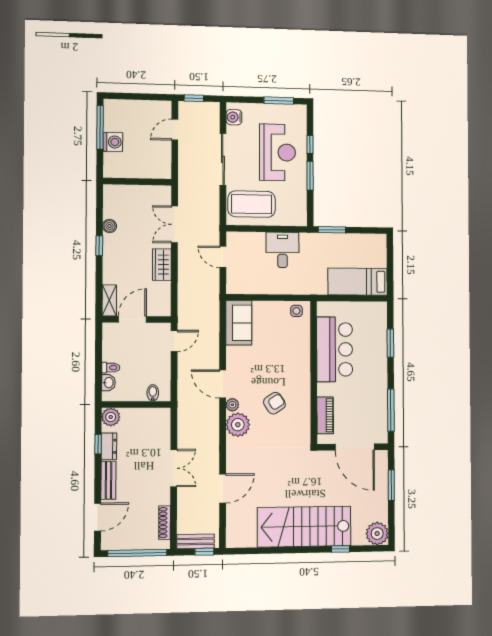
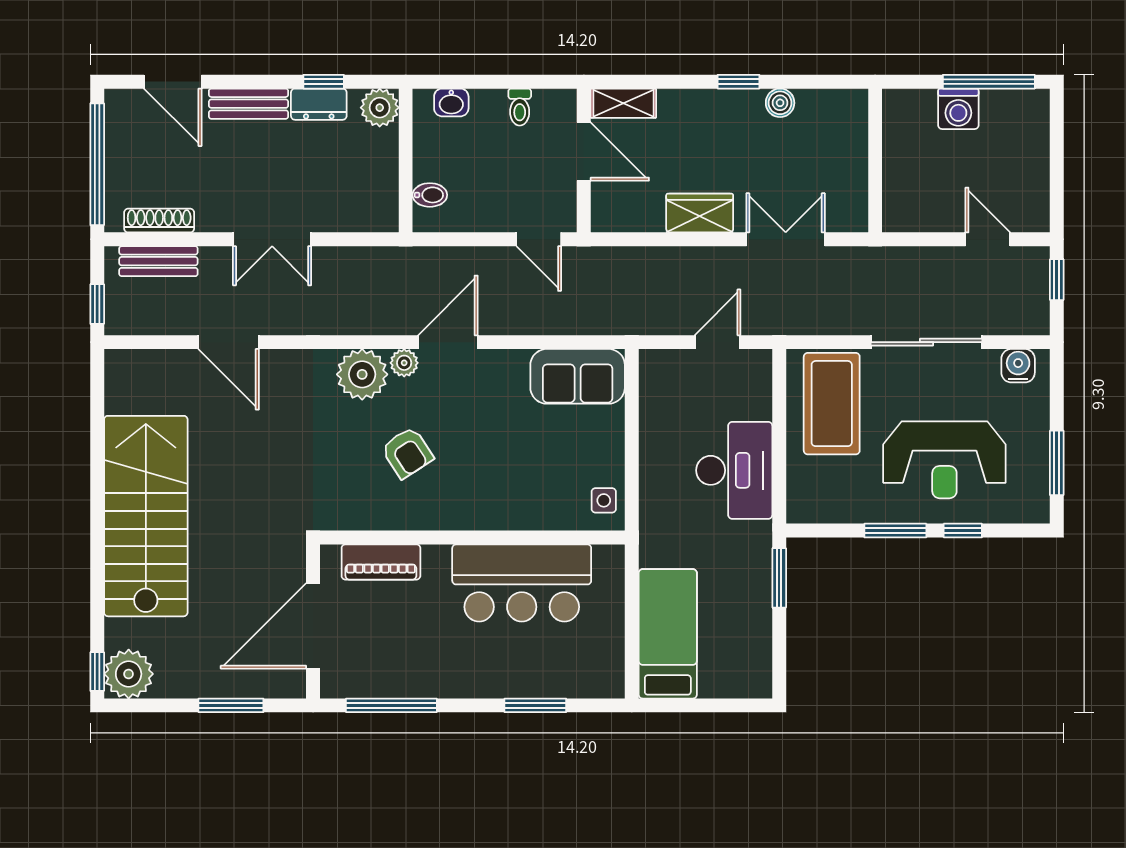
desk: (282, 250) -> (734, 470), width x1.37
toilet: (111, 368) -> (520, 107), moved
bench: (196, 541) -> (158, 261), moved, turned 90
window: (341, 549) -> (97, 672), moved

